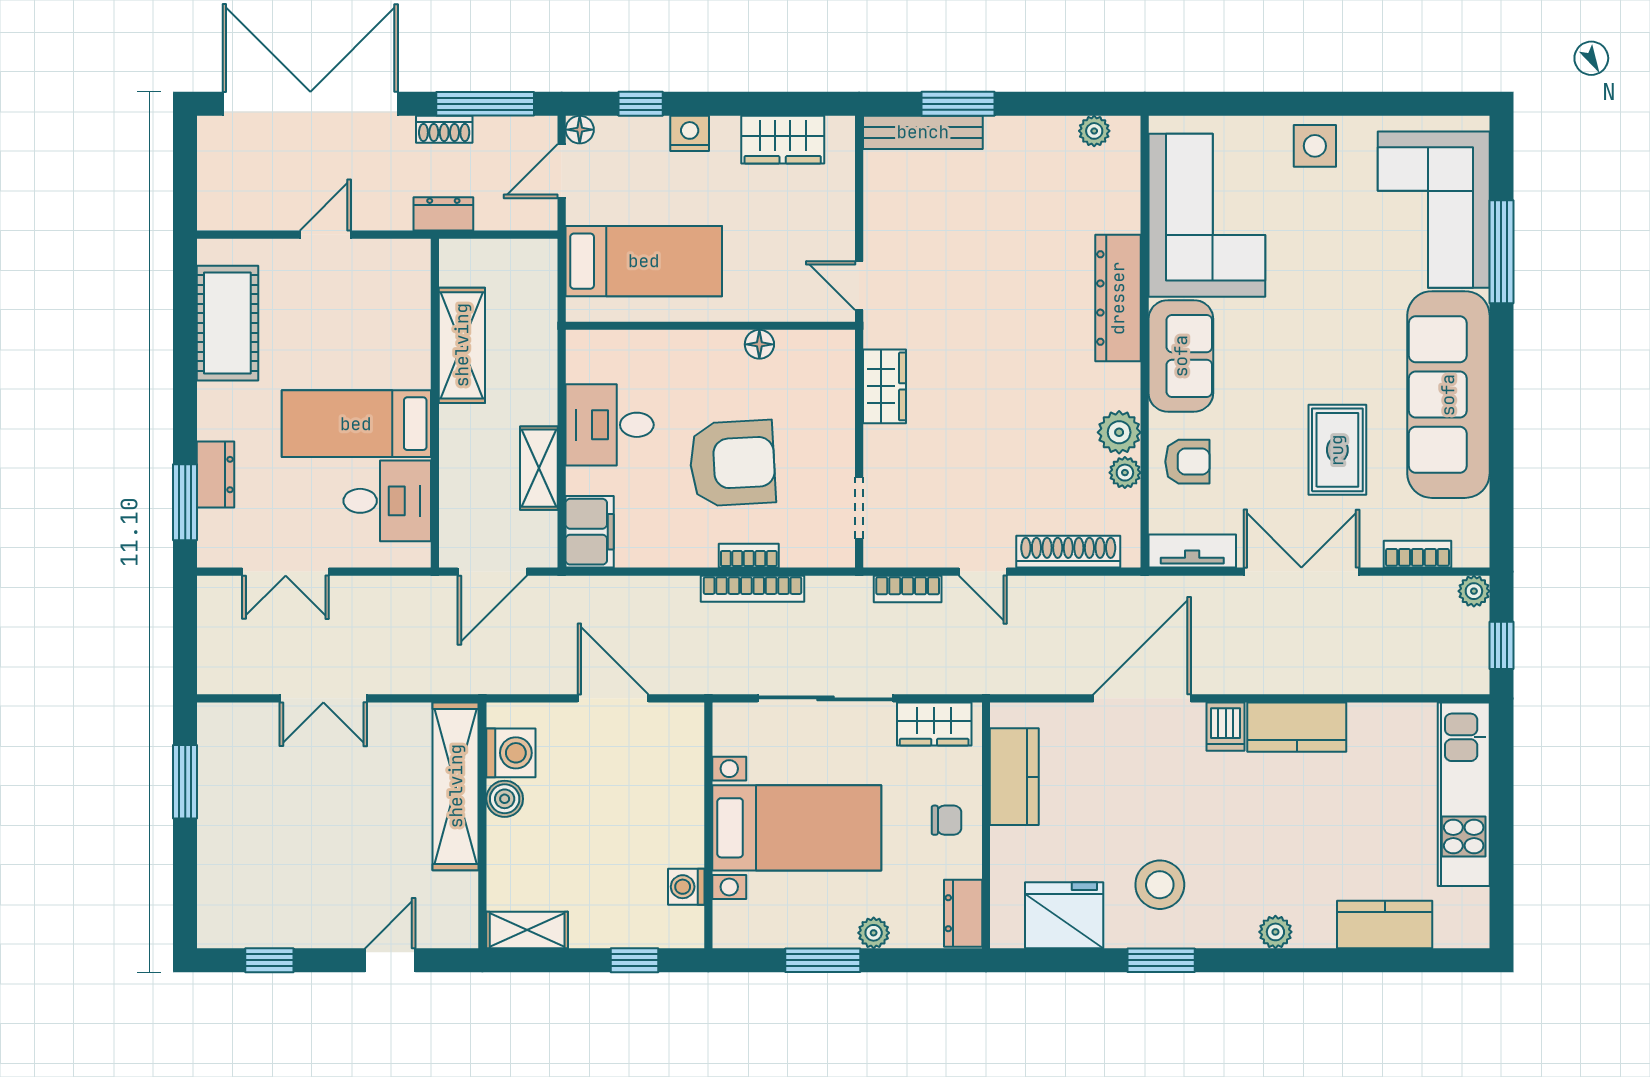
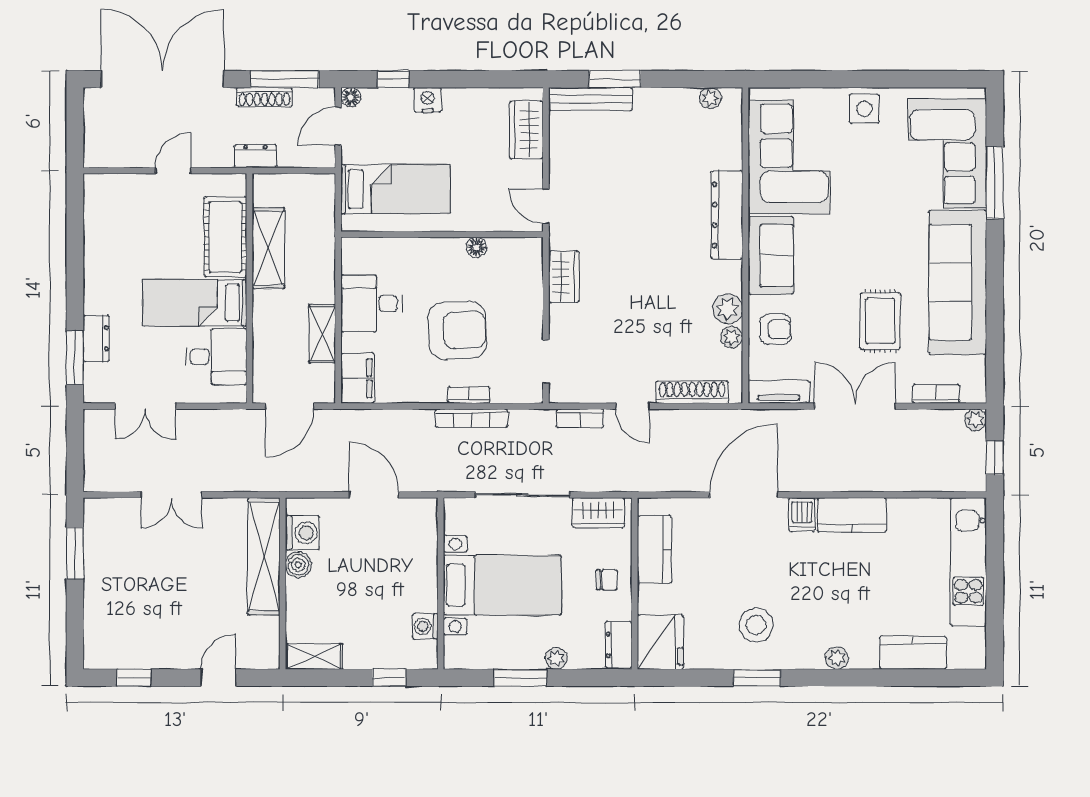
shoe rack: (444, 129) -> (264, 97), width x1.43
wardrobe: (783, 140) -> (526, 130), moved, turned 90
cot: (227, 323) -> (225, 237), moved
fridge: (1064, 915) -> (660, 642), moved, turned 90

